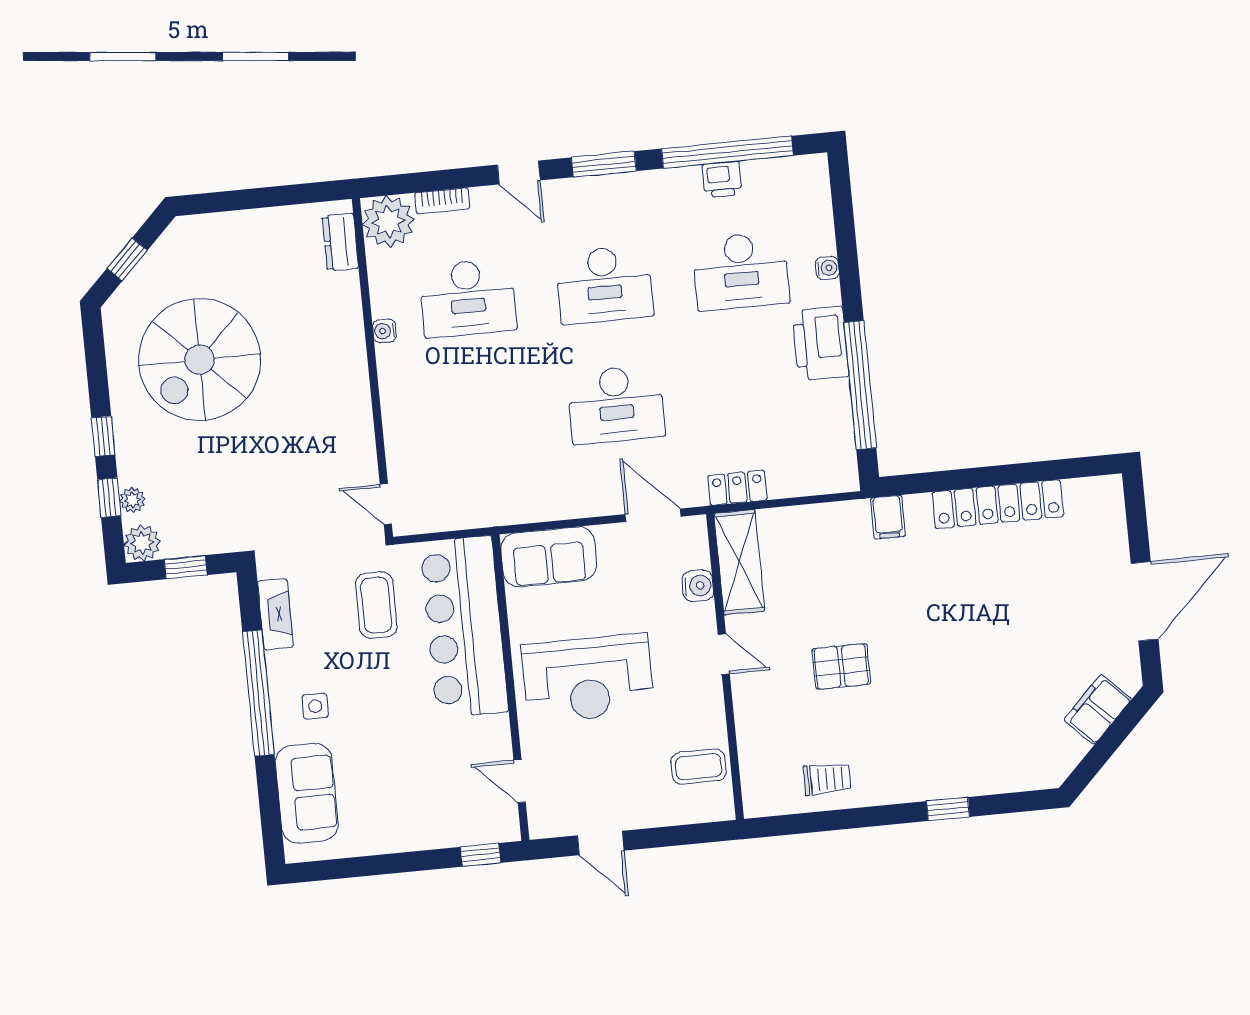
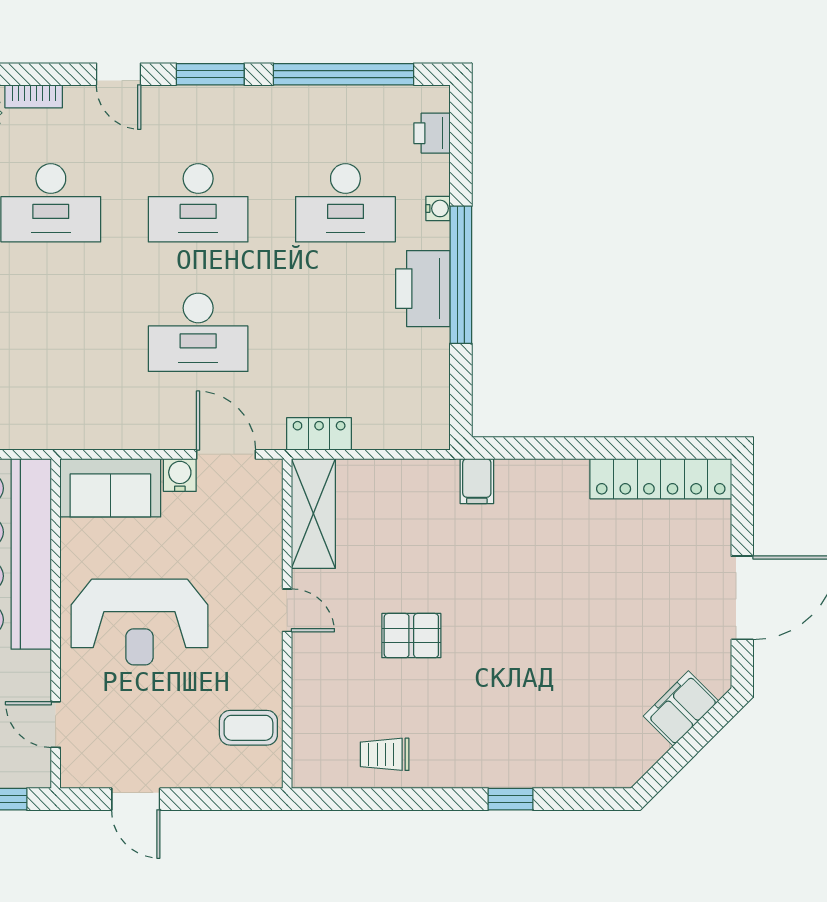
printer: (722, 180) -> (432, 133), moved, turned 90
window: (860, 385) -> (461, 275), moved
locker: (998, 504) -> (661, 479), moved
water cooler: (698, 586) -> (180, 475), moved, turned -90
trolley: (827, 779) -> (385, 754), turned 180

